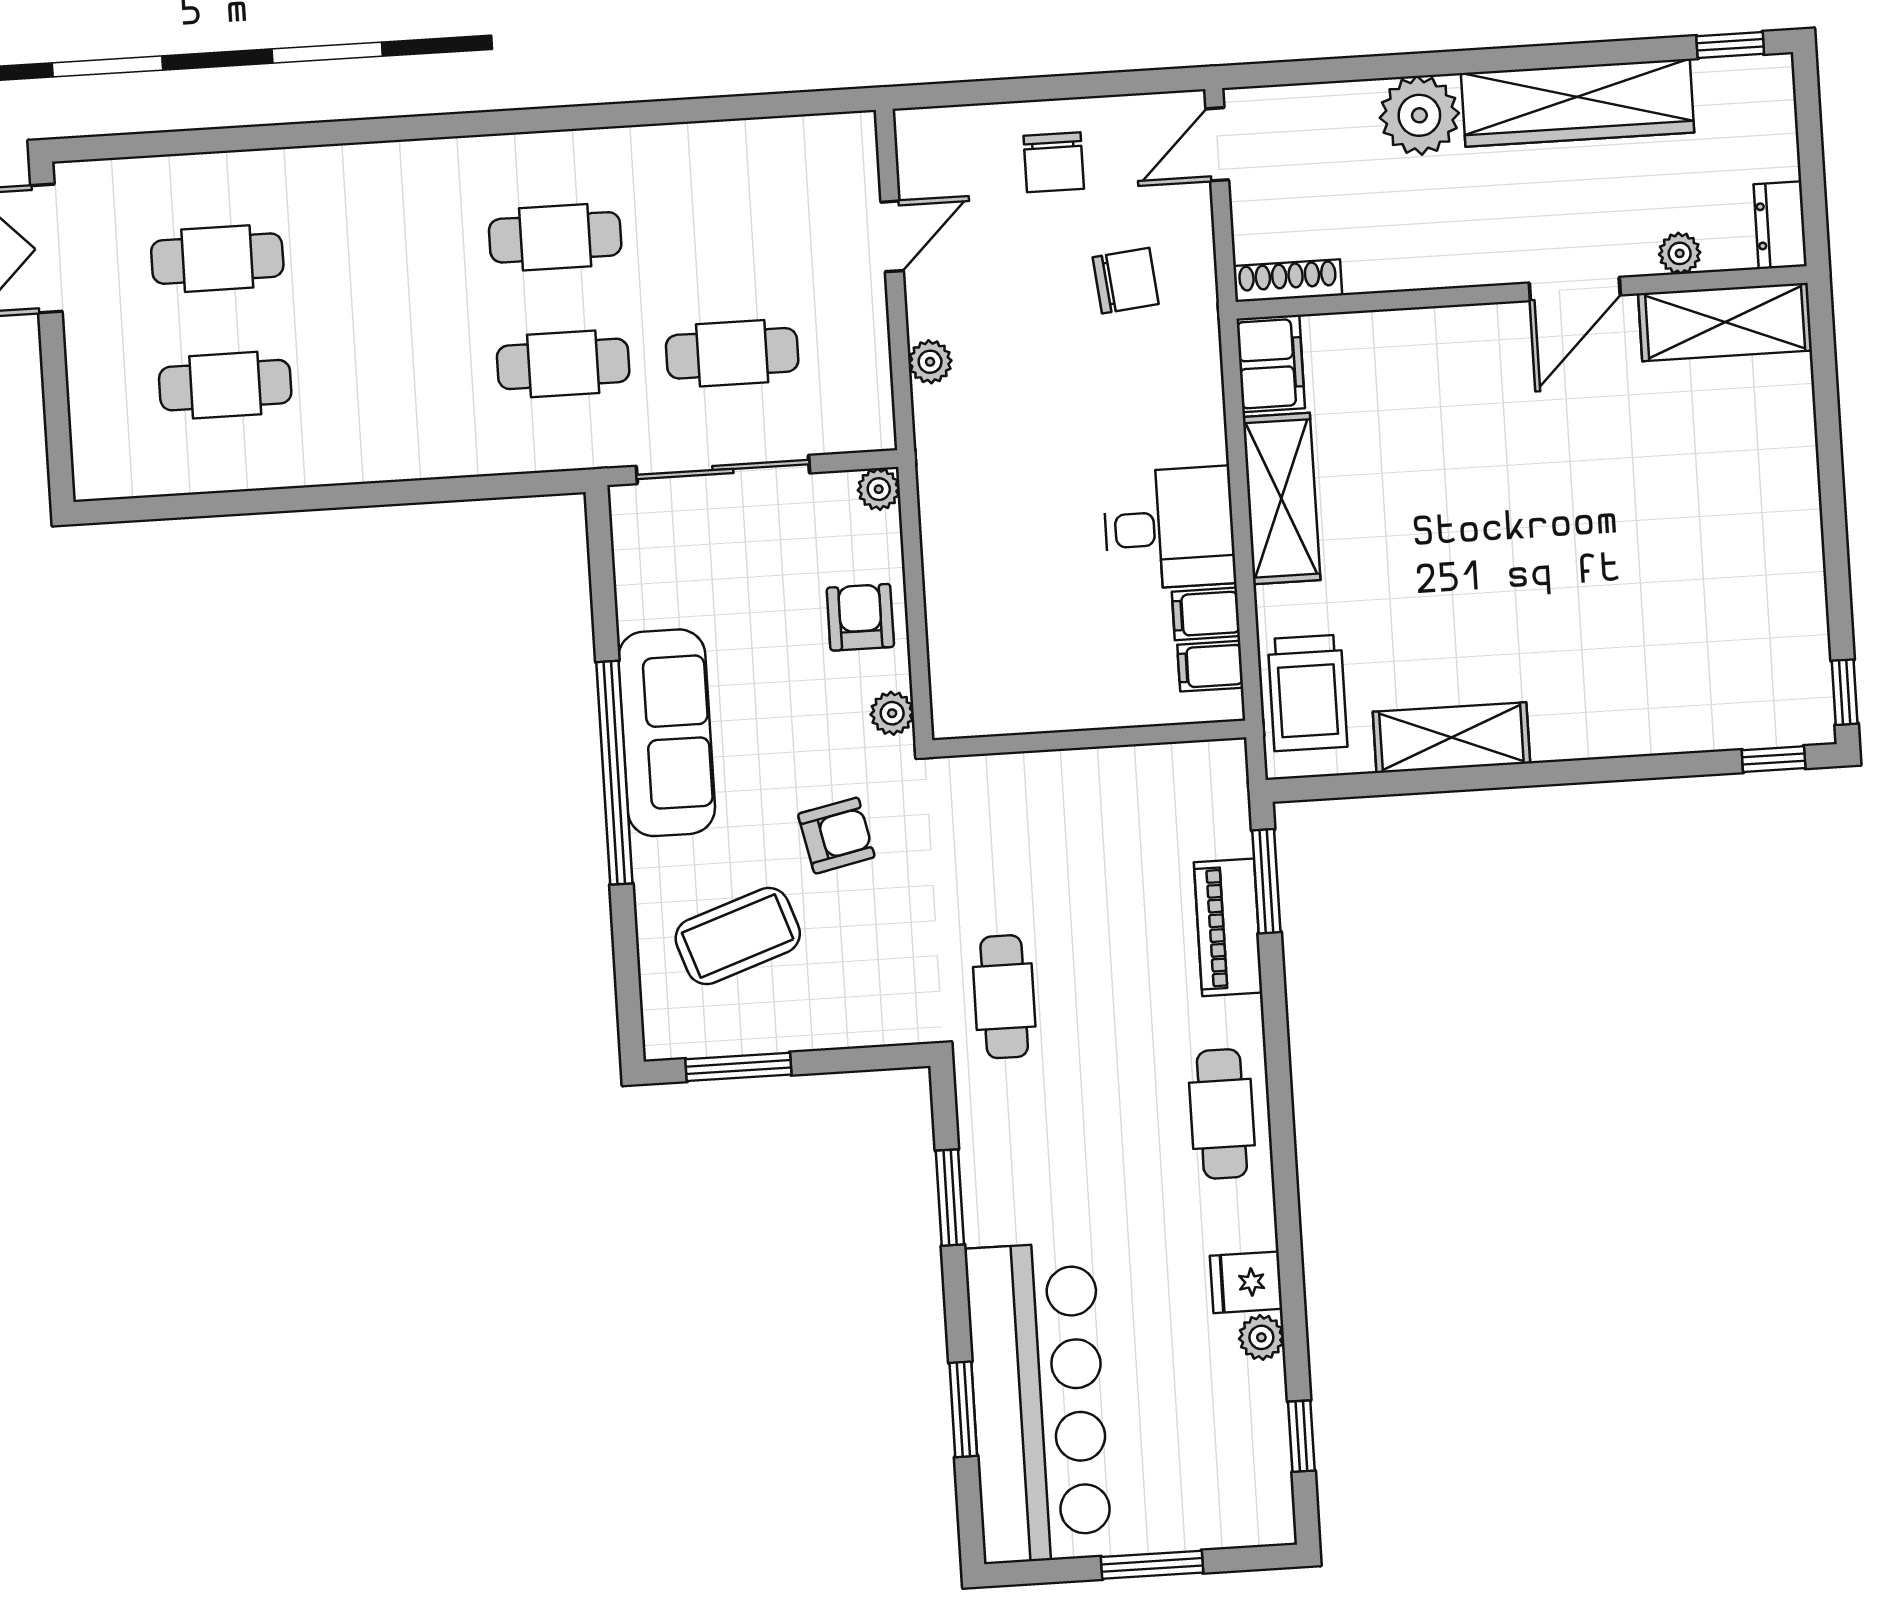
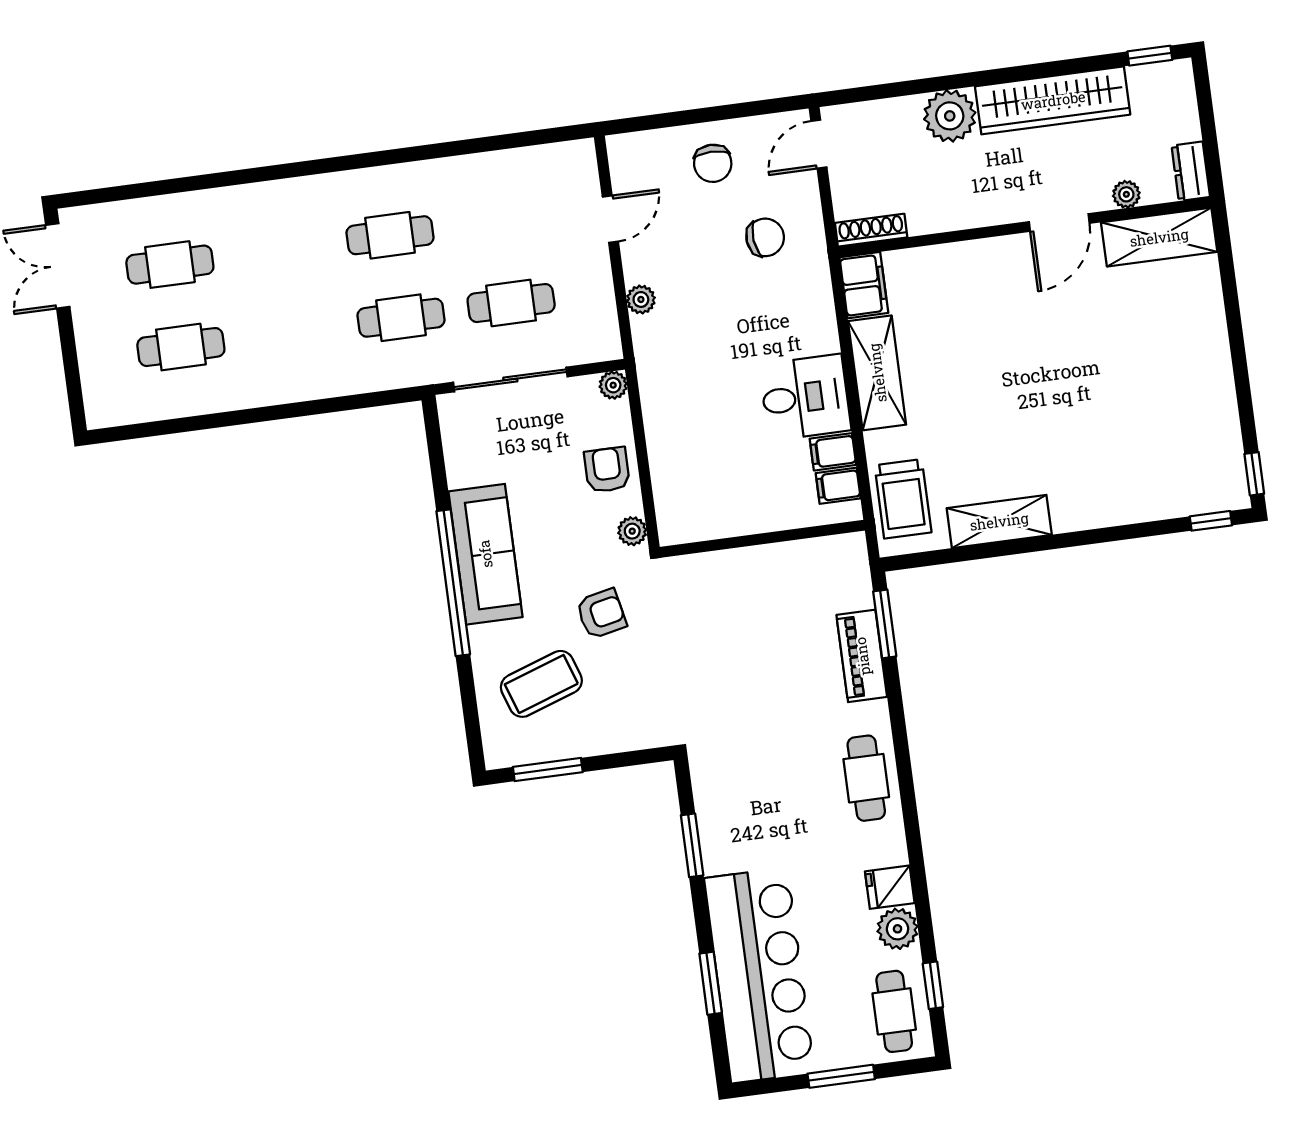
cafe table: (1004, 997) -> (894, 1011), moved
plant: (1261, 1337) -> (898, 929), width x1.38, depth x1.38

